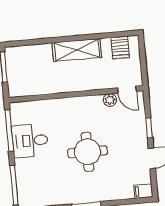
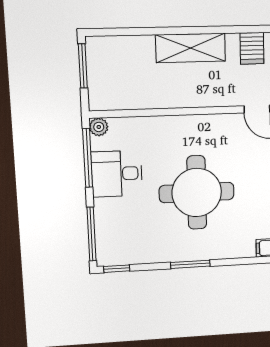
plant: (110, 100) -> (99, 127), moved
round table: (88, 152) -> (197, 193), width x1.36, depth x1.36

